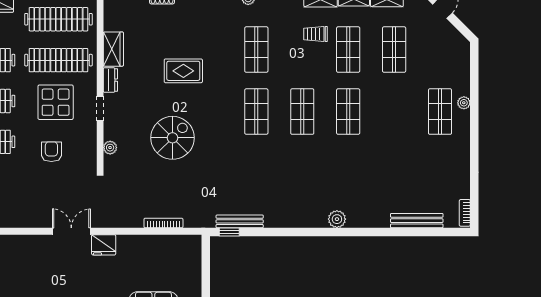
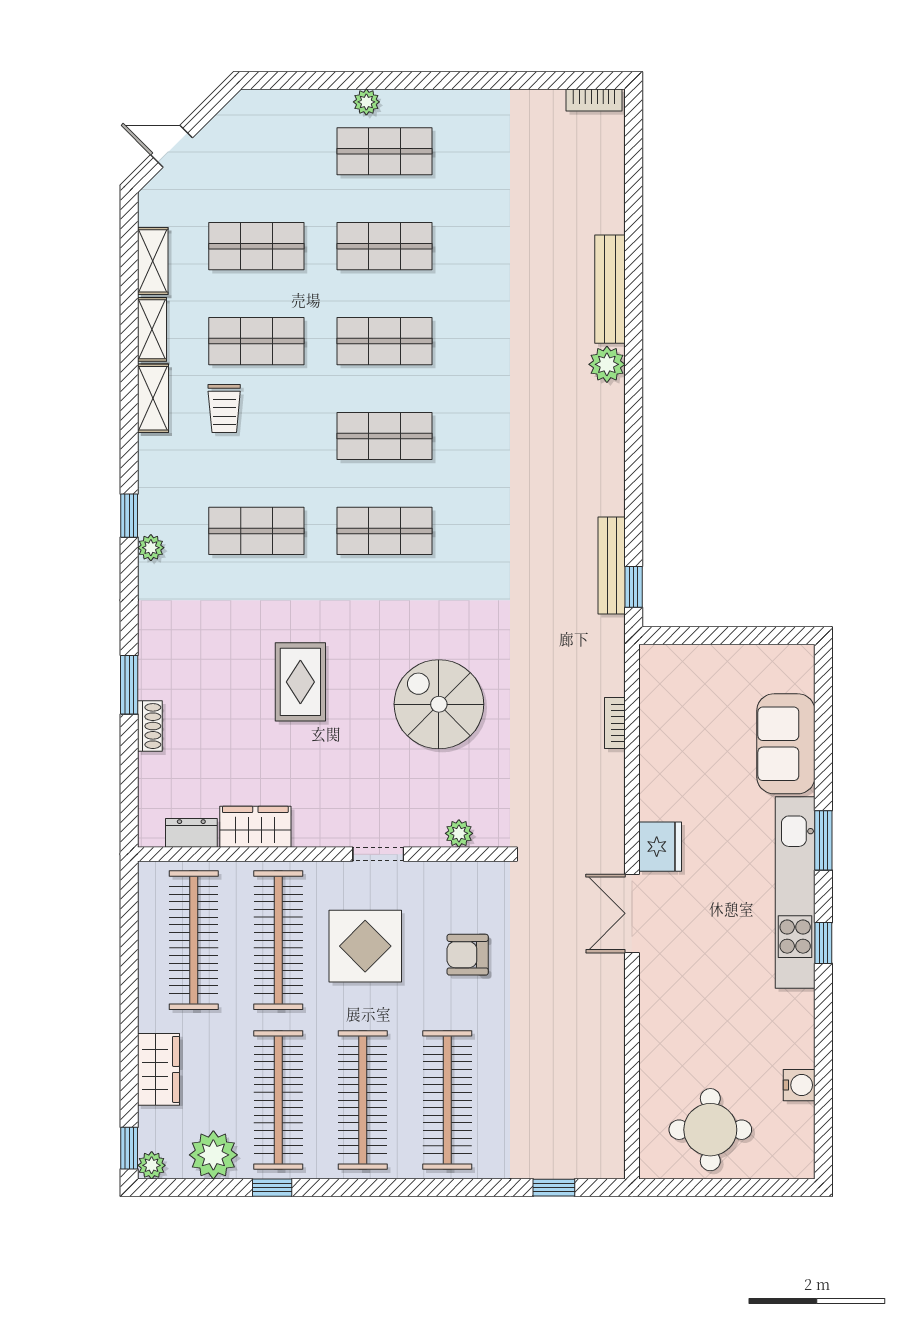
dresser: (110, 80) -> (191, 833), moved
shop shelf: (394, 112) -> (385, 246), added
bench: (417, 221) -> (610, 289), moved
bookcase: (163, 223) -> (615, 723), width x0.64

